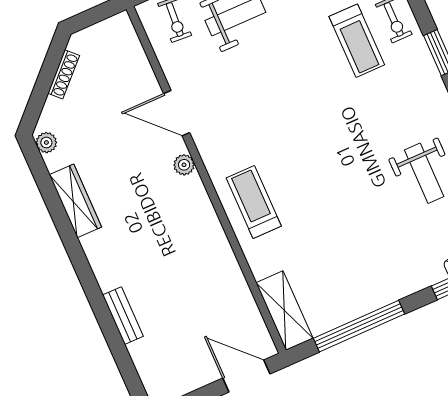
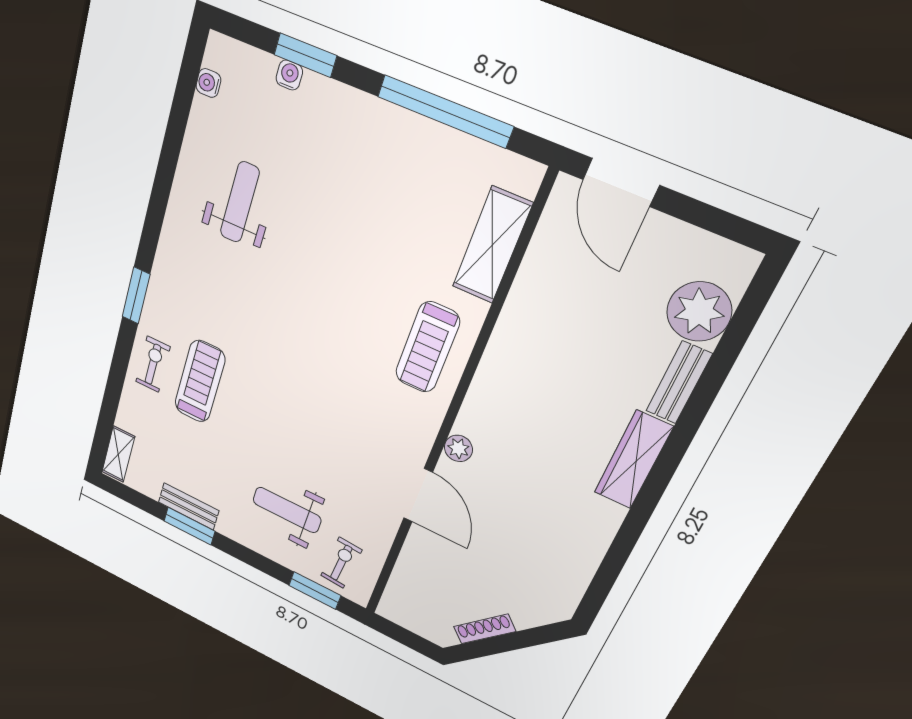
plant: (46, 143) -> (699, 312), moved, width x1.87, depth x1.87
wardrobe: (75, 201) -> (633, 460), moved
shelving: (284, 311) -> (492, 245), moved

